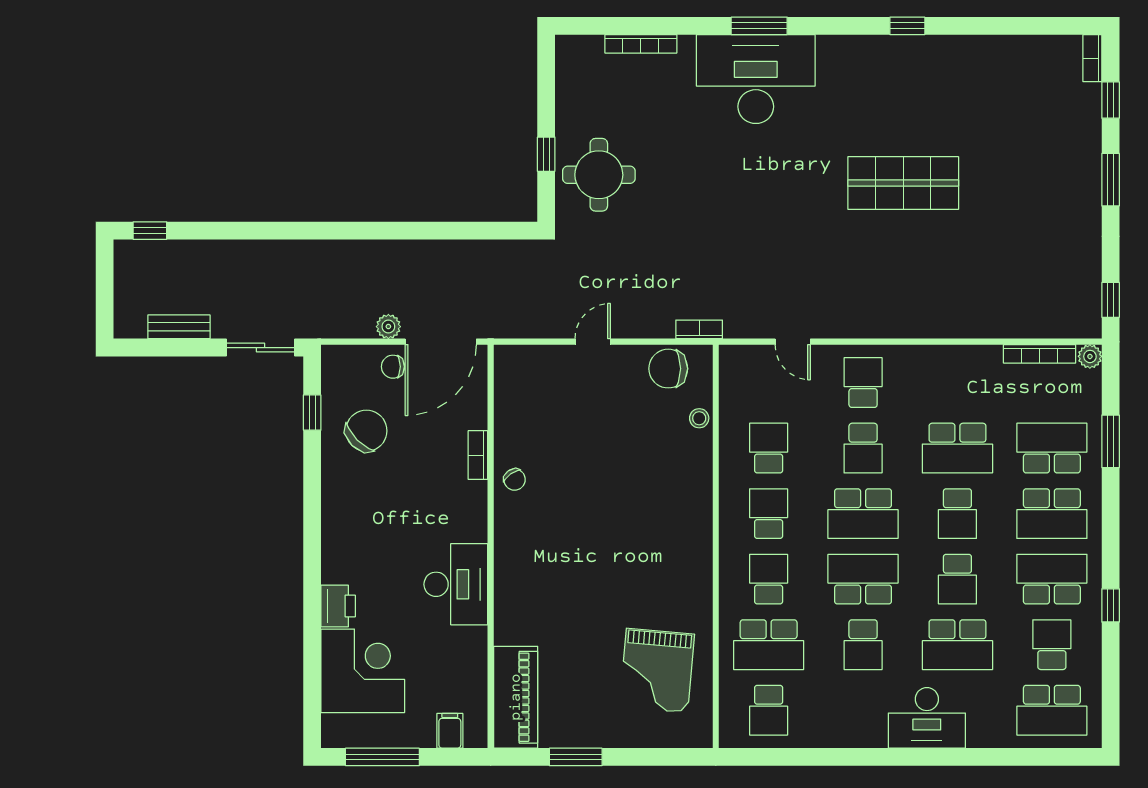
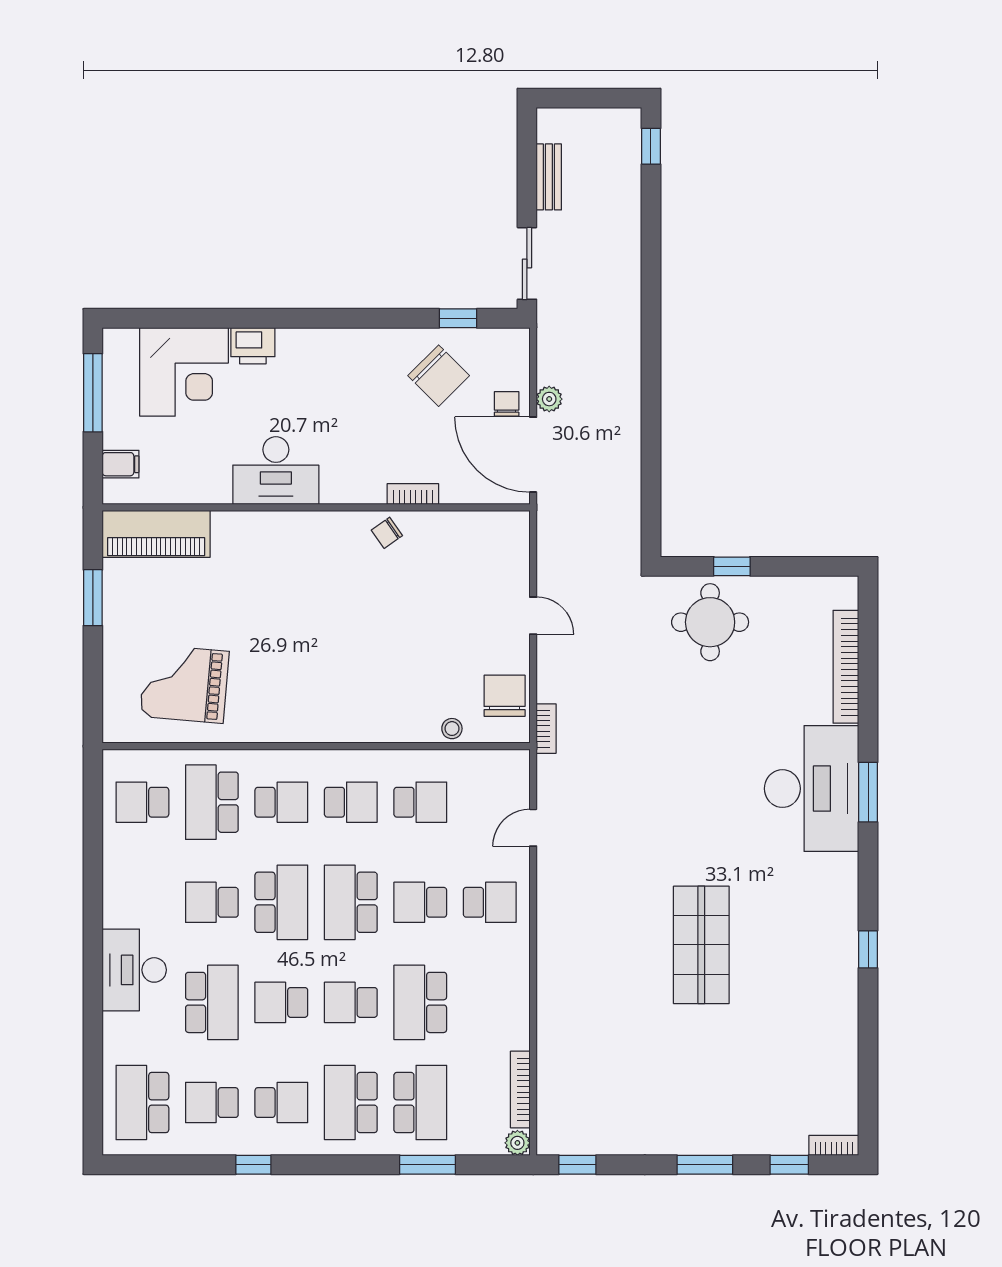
bookcase: (641, 44) -> (846, 667), width x1.48, depth x1.31
school desk: (1052, 579) -> (281, 1103), width x0.54
school desk: (957, 645) -> (212, 1002), turned 180
school desk: (1052, 645) -> (212, 1103), turned 180

